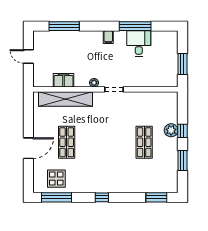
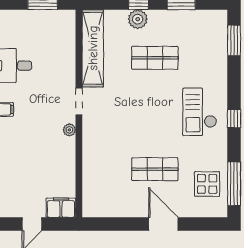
filing cabinet: (63, 80) -> (61, 208), moved, turned 90
shelving: (65, 99) -> (93, 48), moved
checkout: (107, 173) -> (200, 112), added

